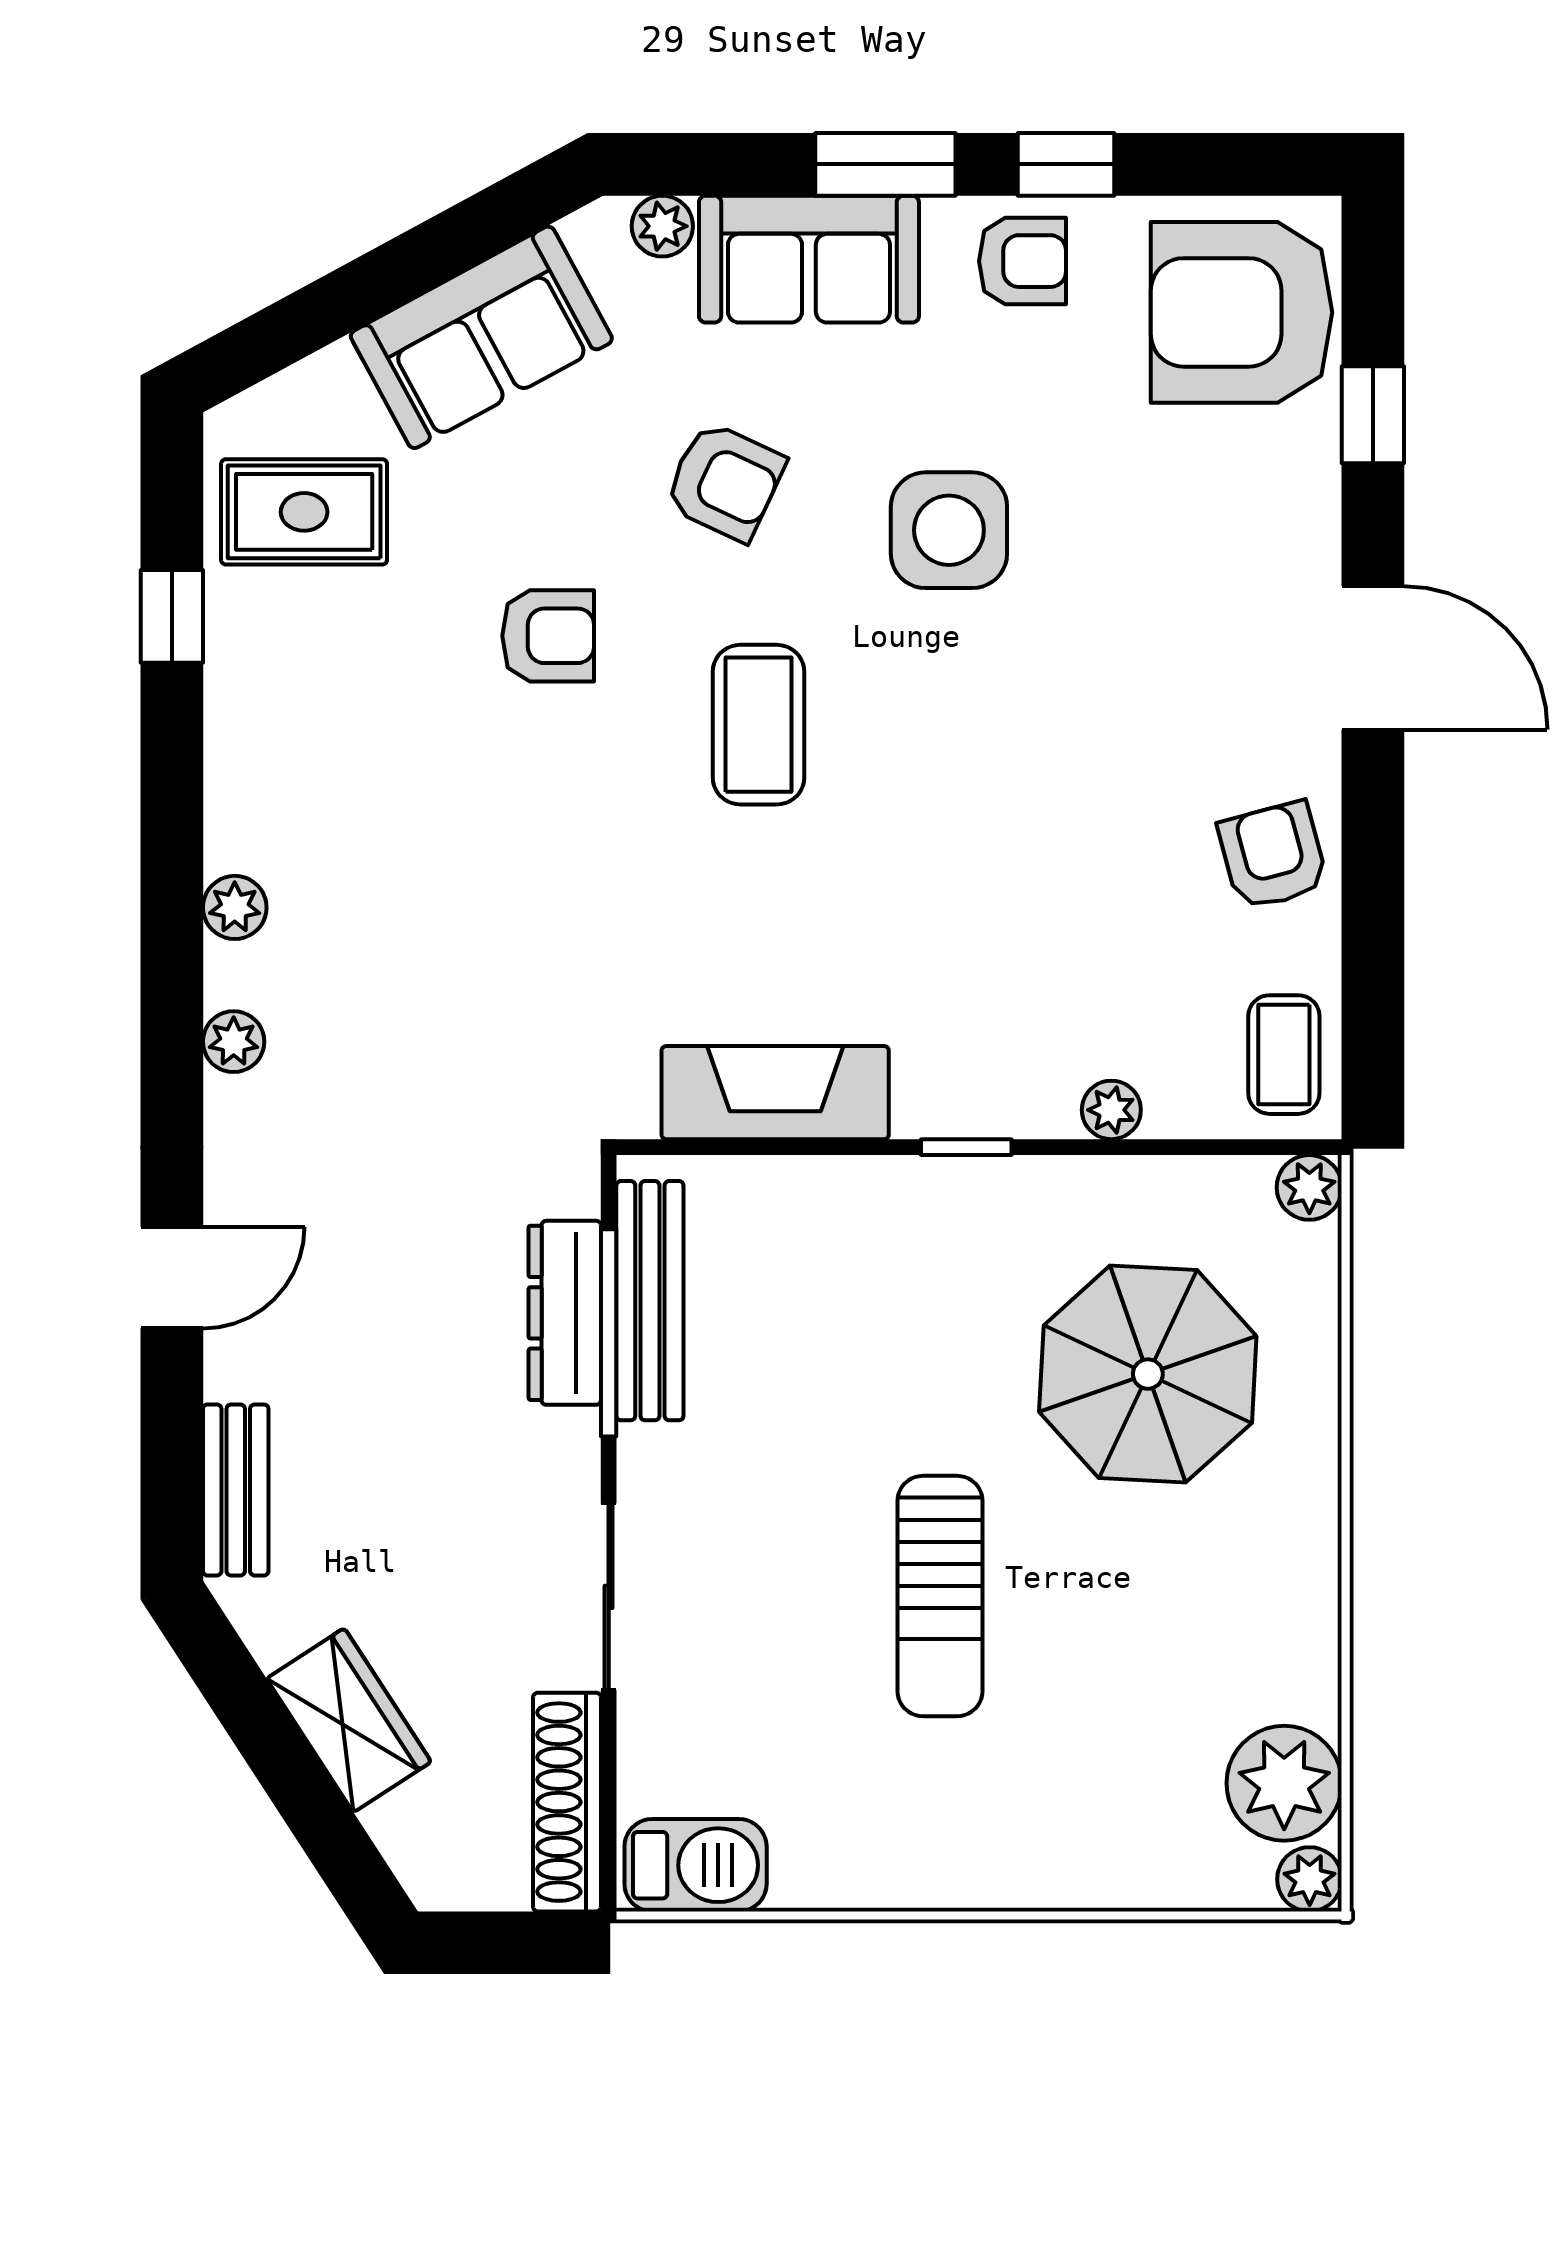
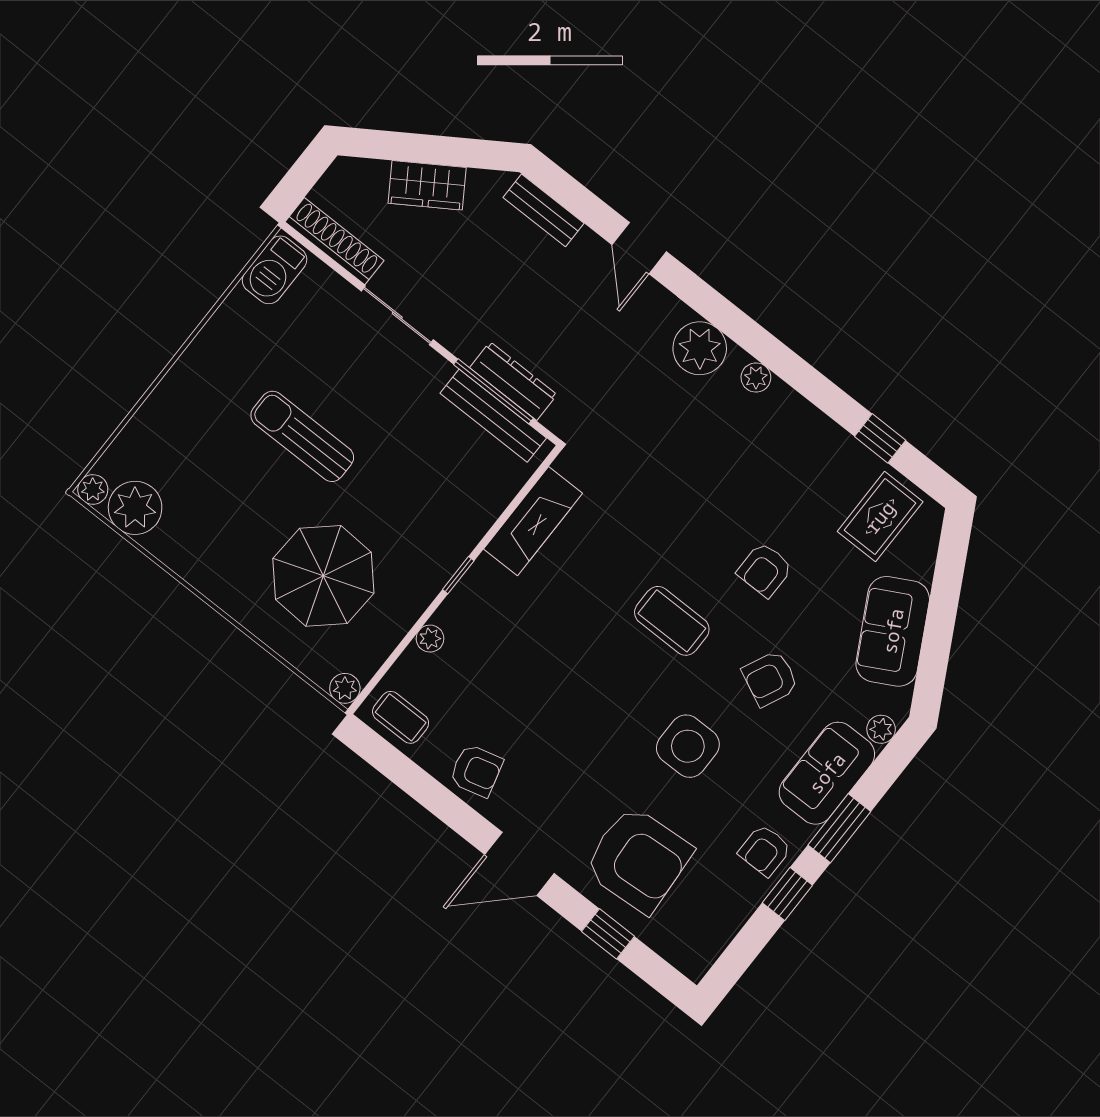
armchair: (1241, 312) -> (638, 859), moved, turned 86
plant: (234, 1042) -> (700, 348), width x1.88, depth x1.88

